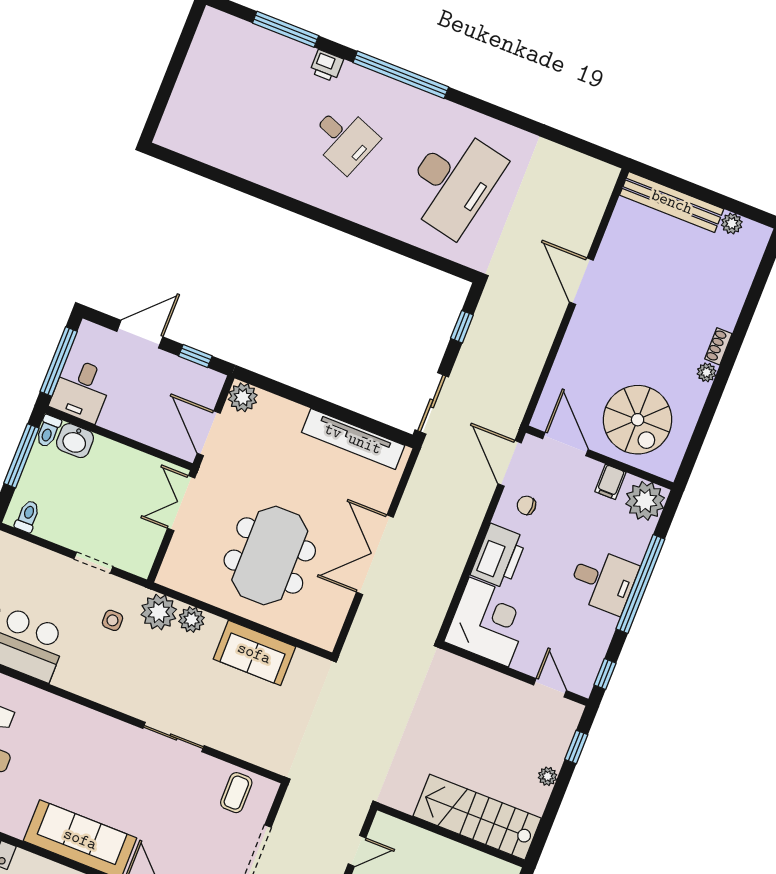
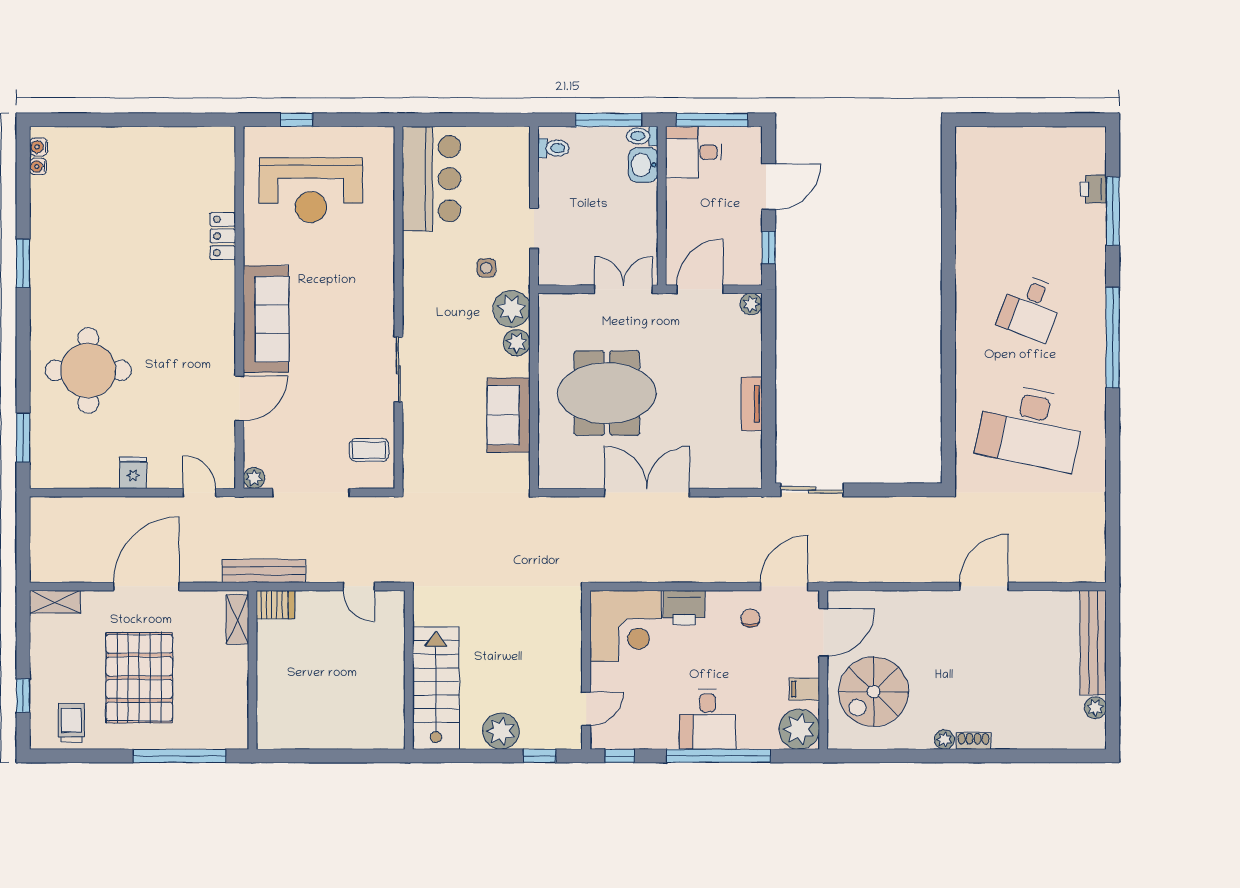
printer: (327, 66) -> (1093, 189), moved
window: (462, 327) -> (896, 490), removed
door: (140, 334) -> (769, 187), hinge flipped
plant: (243, 397) -> (751, 304), width x0.73, depth x0.73
tv unit: (353, 439) -> (752, 404), width x0.52, depth x0.78
printer: (499, 556) -> (684, 607), width x0.73, depth x0.84
plant: (548, 776) -> (501, 731), width x1.88, depth x1.88

